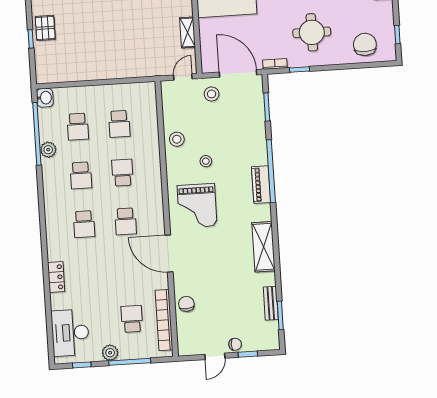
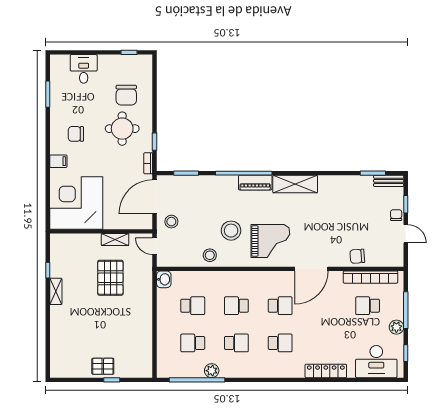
pallet: (145, 30) -> (110, 278), added
chair: (365, 44) -> (126, 95), moved, turned -90
washbasin: (45, 98) -> (164, 279), moved, turned 90
school desk: (78, 127) -> (193, 343), turned 180
stool: (206, 161) -> (231, 231), width x1.89, depth x1.89
shelving: (264, 247) -> (295, 184), moved
locker: (56, 277) -> (326, 371), width x1.53
bench: (271, 303) -> (389, 181), moved

